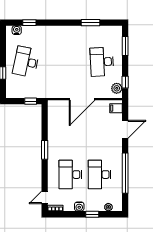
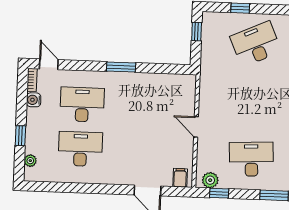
desk: (26, 62) -> (256, 44), turned -36
door: (82, 99) -> (196, 127), width x0.53
window: (31, 101) -> (197, 32), moved
window: (125, 173) -> (81, 188), removed
water cooler: (79, 207) -> (34, 100), moved

